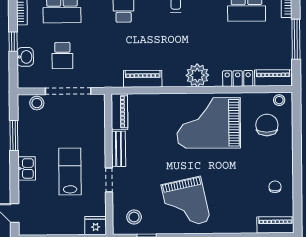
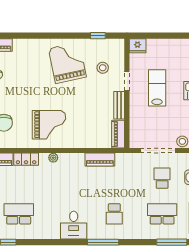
plant: (197, 75) -> (53, 158), width x0.53, depth x0.53
grand piano: (209, 123) -> (49, 125), width x0.73, depth x0.68
lab bench: (70, 171) -> (157, 88), turned 180
stool: (134, 217) -> (103, 68), moved

